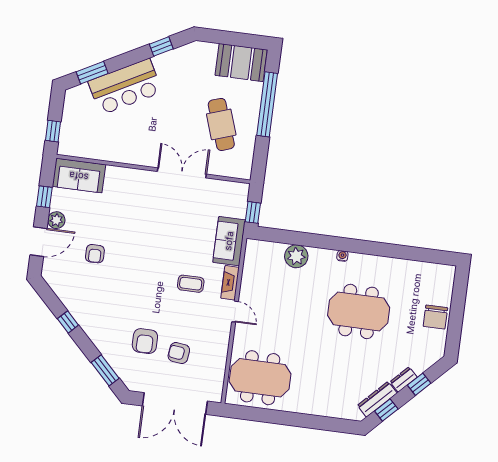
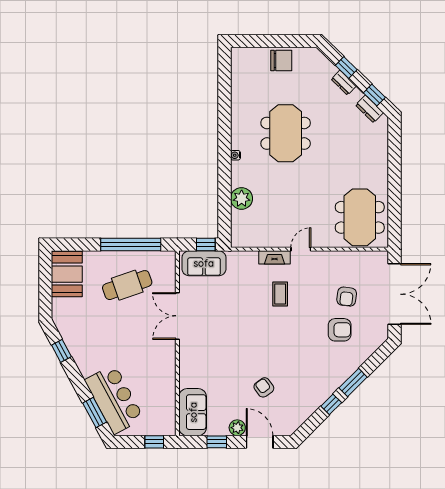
bar counter: (125, 87) -> (114, 399), moved
window: (267, 104) -> (131, 245), moved
sofa: (229, 241) -> (204, 263), moved
armchair: (95, 254) -> (264, 387), turned -126
window: (105, 370) -> (353, 383), moved
dresser: (377, 399) -> (369, 109), width x0.70

